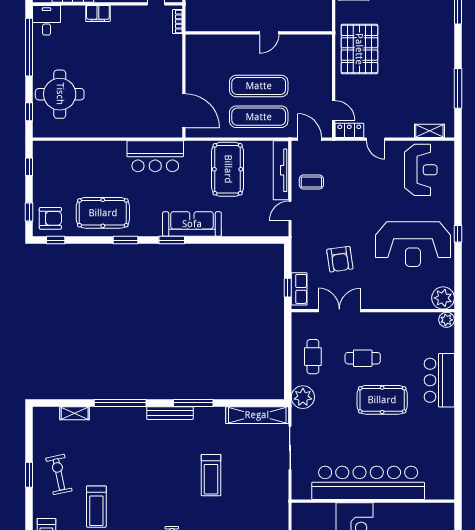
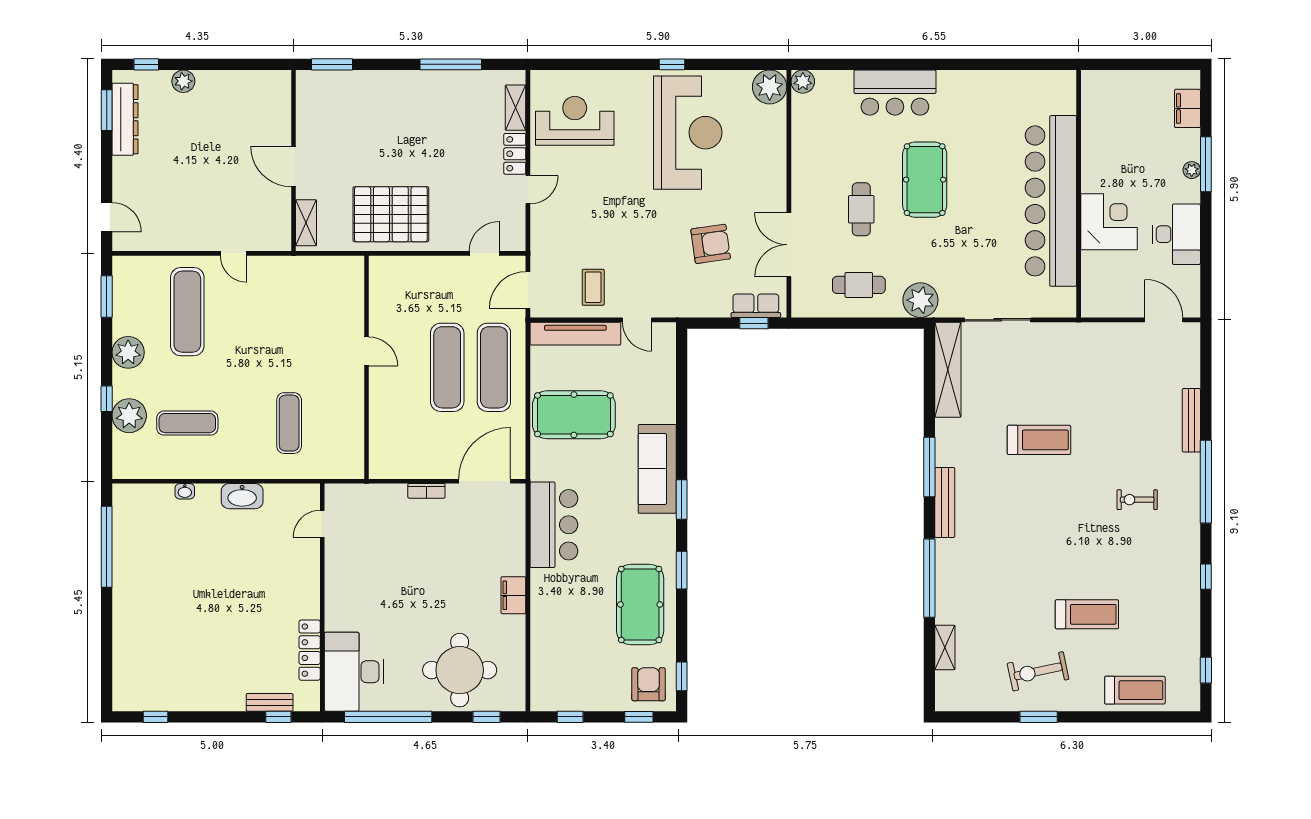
filing cabinet: (98, 13) -> (513, 595), moved, turned 180
desk: (47, 20) -> (354, 672), width x1.87, depth x1.30
bookcase: (178, 22) -> (426, 491), moved
locker: (349, 130) -> (515, 154), moved

